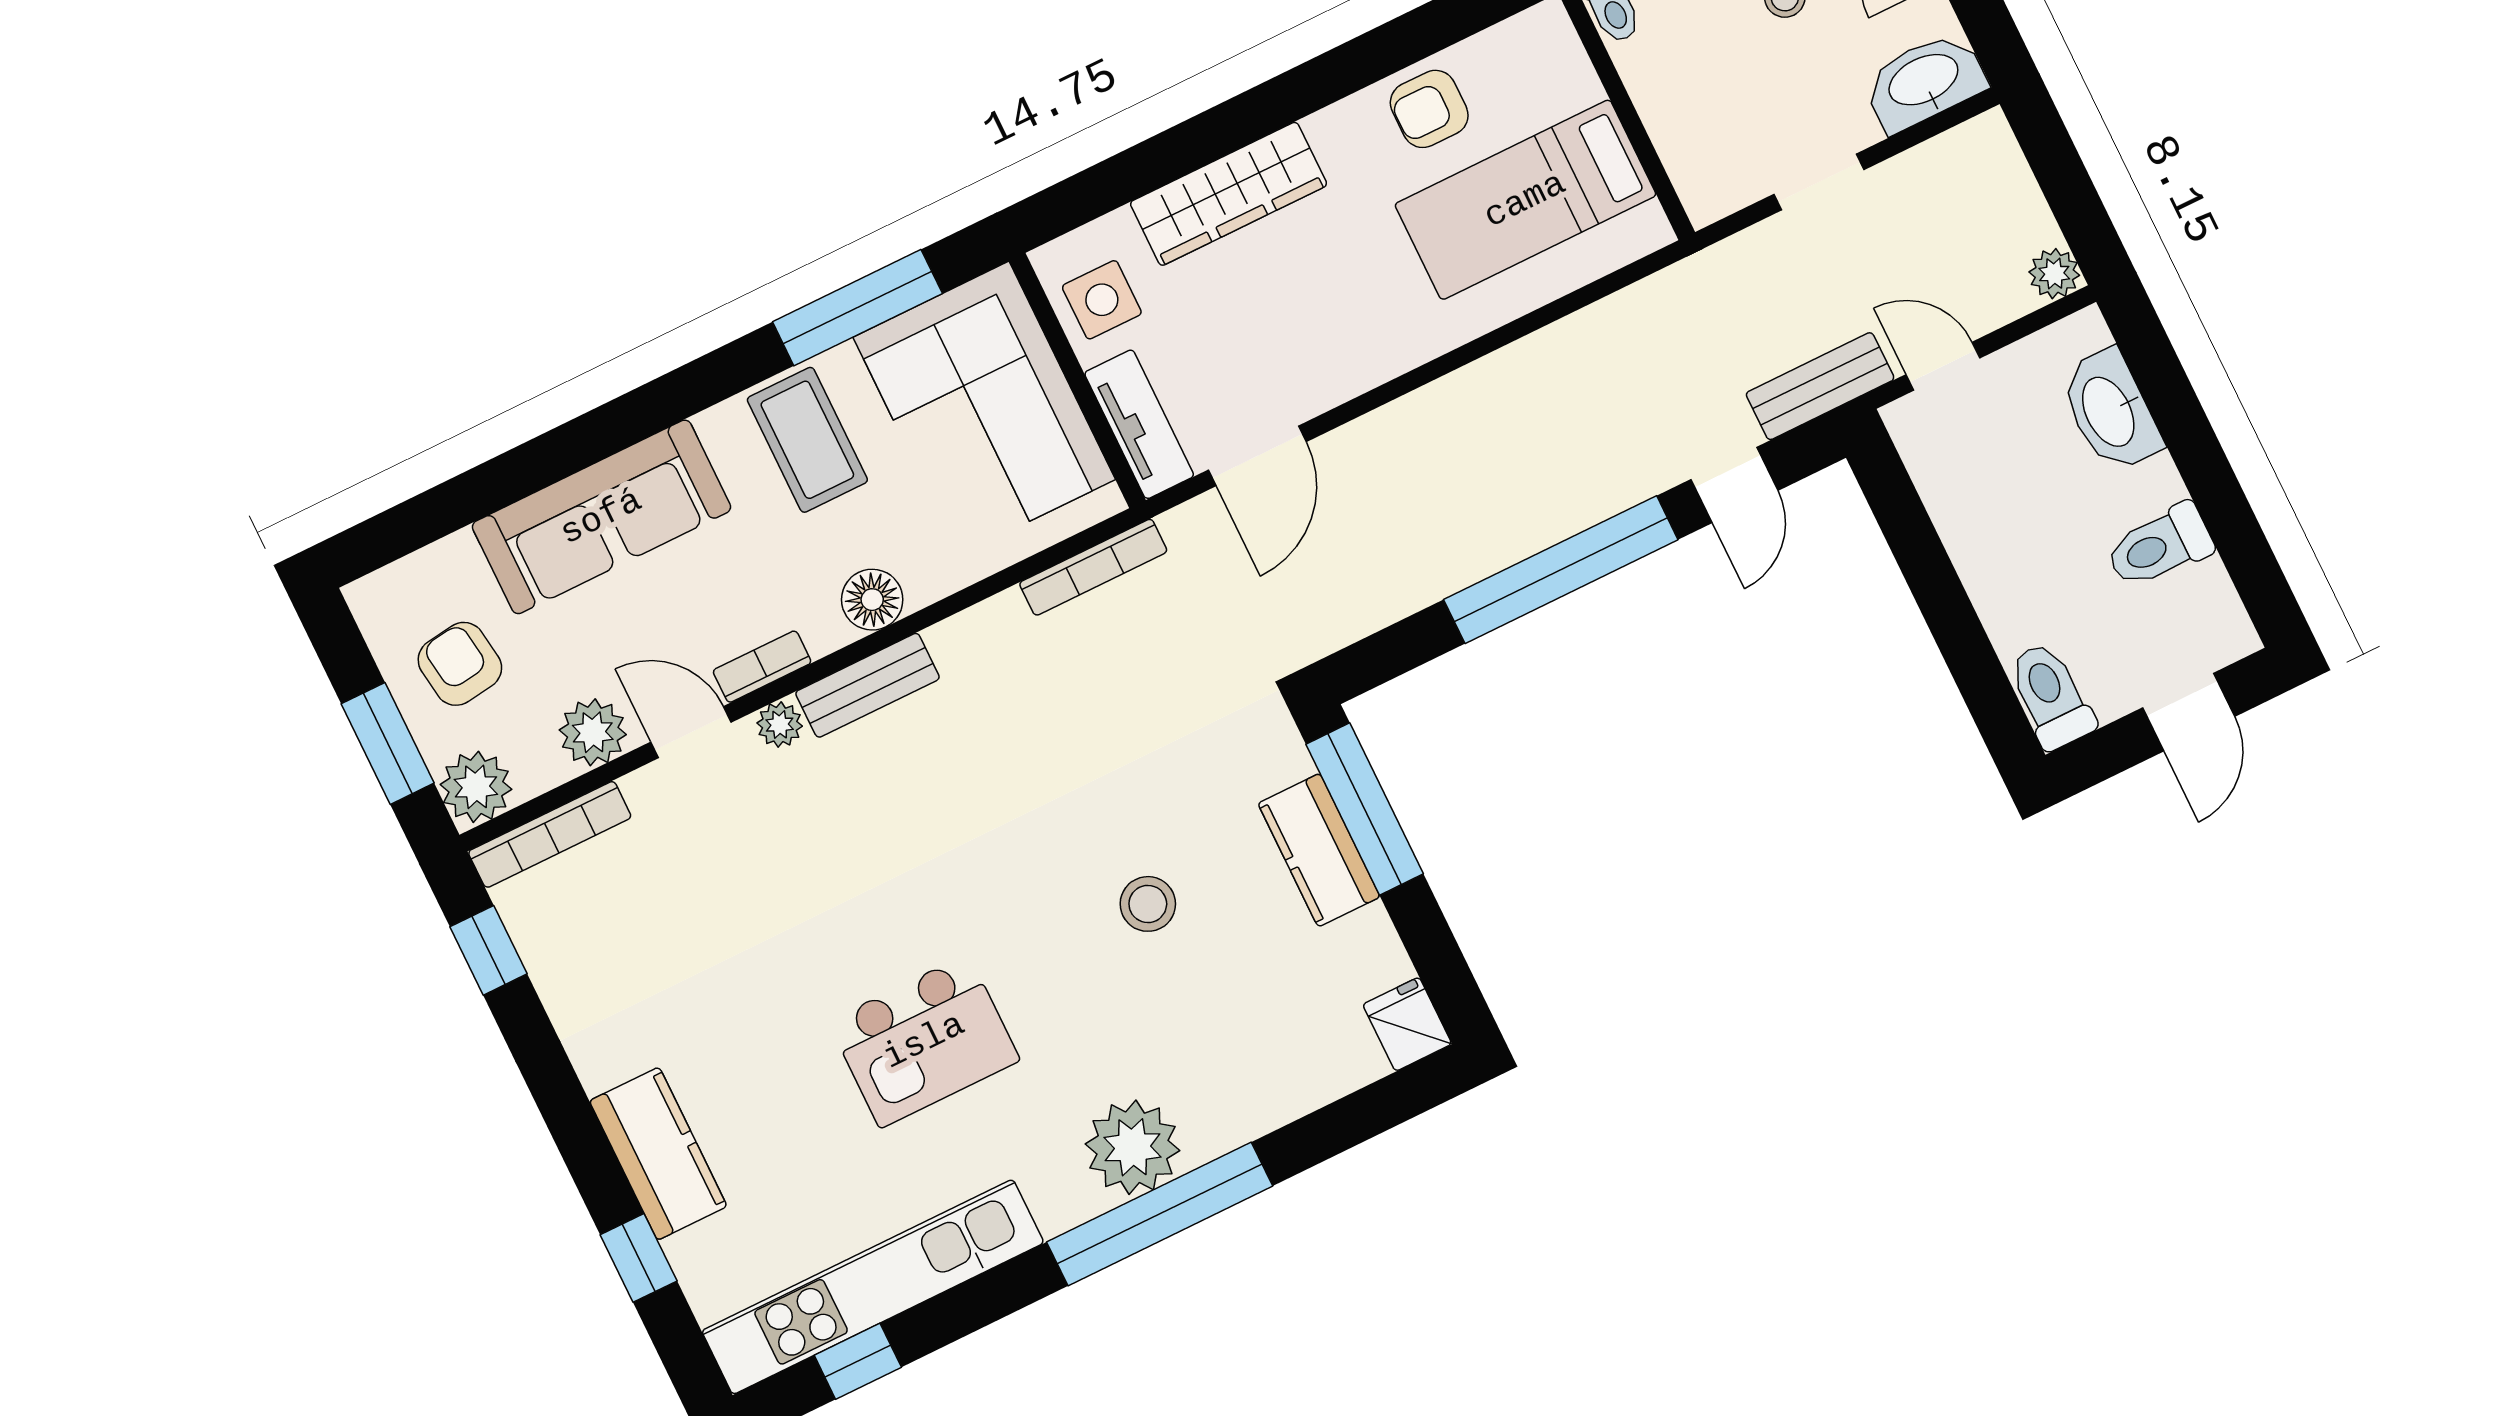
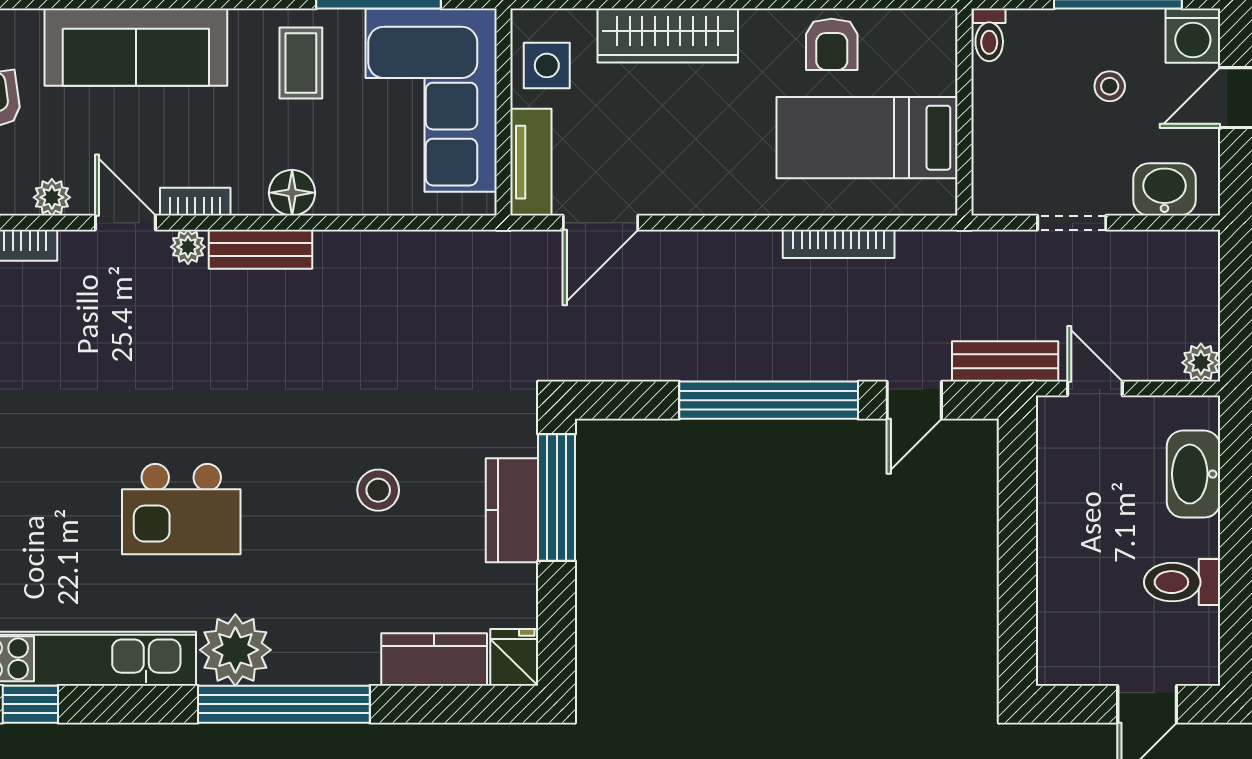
washbasin: (1924, 82) -> (1164, 189), width x0.72
armchair: (1429, 109) -> (832, 44), turned -90
coffee table: (807, 440) -> (301, 63), width x0.73, depth x0.77
bookcase: (1093, 567) -> (839, 244), moved
toilet: (2051, 696) -> (1059, 647), removed
plant: (593, 732) -> (52, 197), width x0.73, depth x0.73
kitchen counter: (1313, 1073) -> (434, 659), added
plant: (1133, 1147) -> (235, 650), moved

